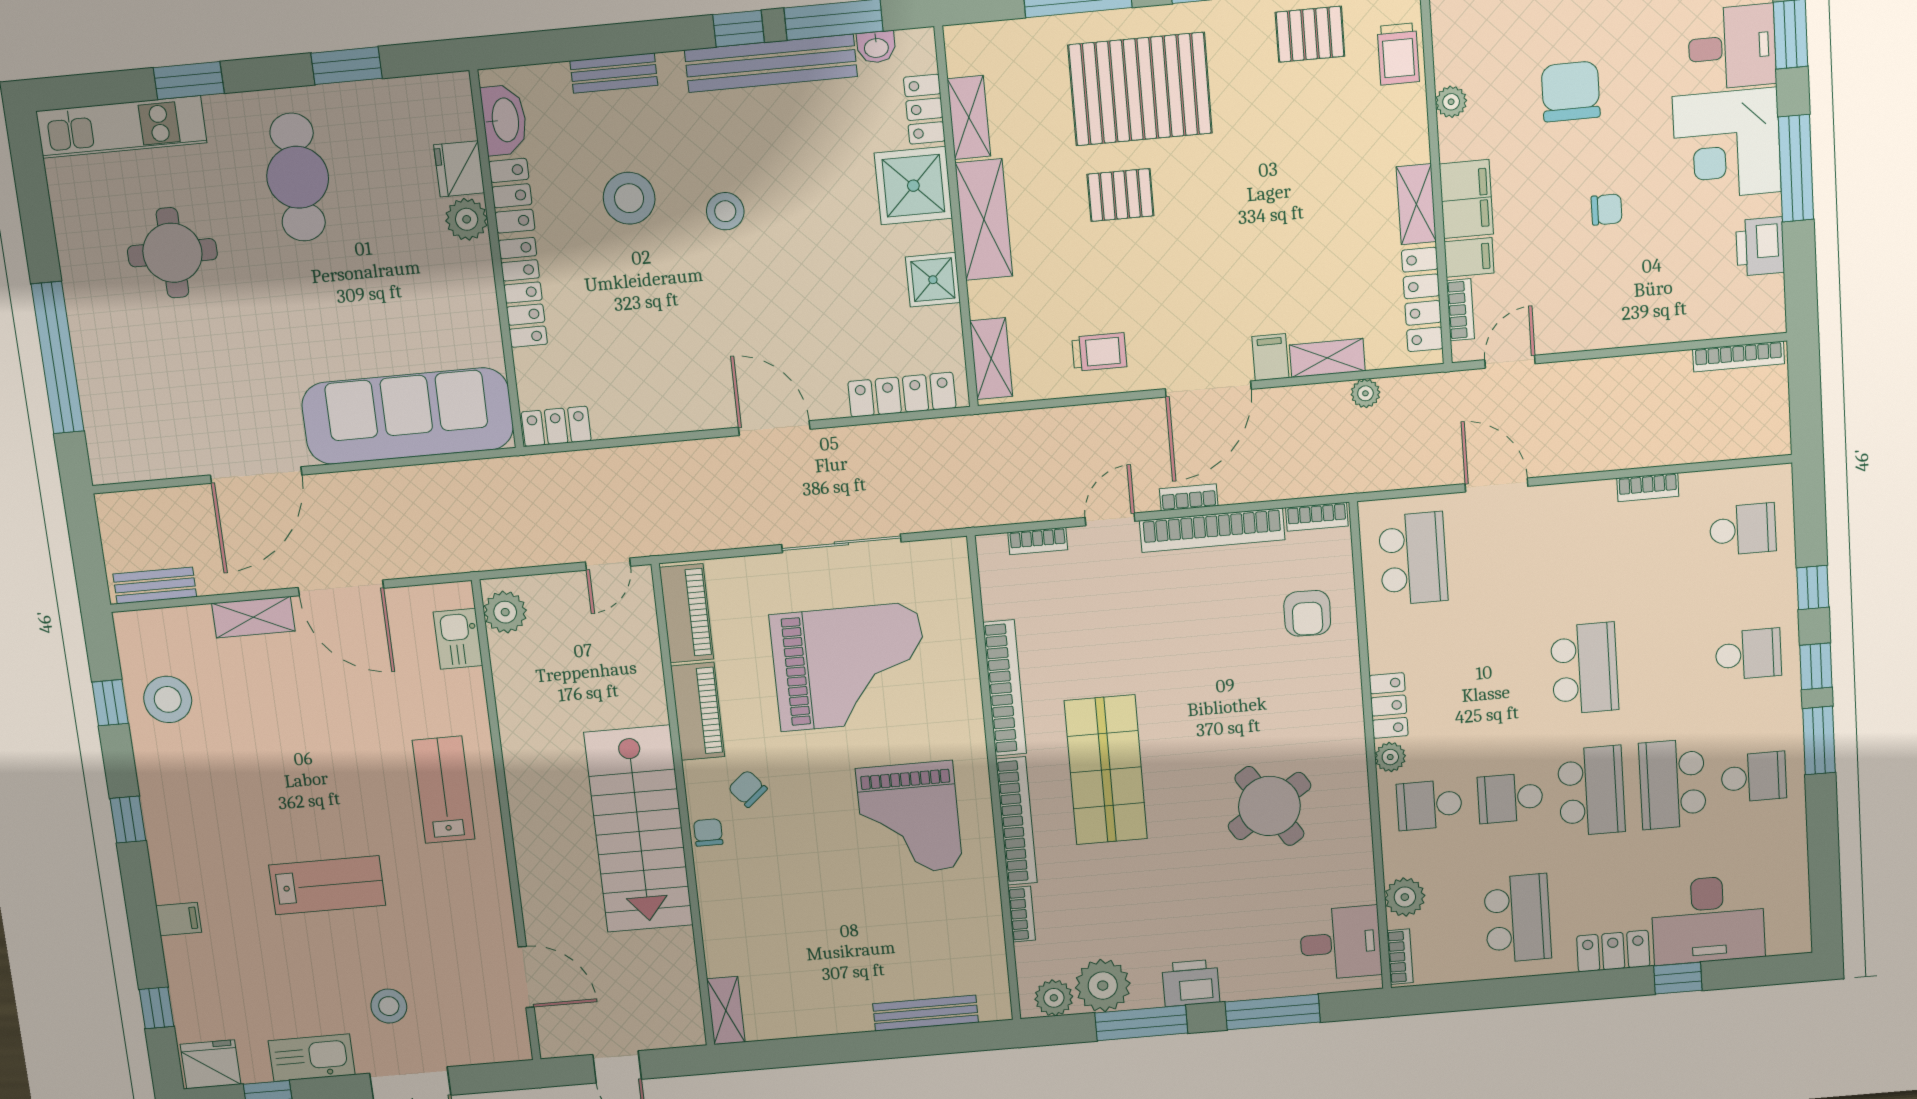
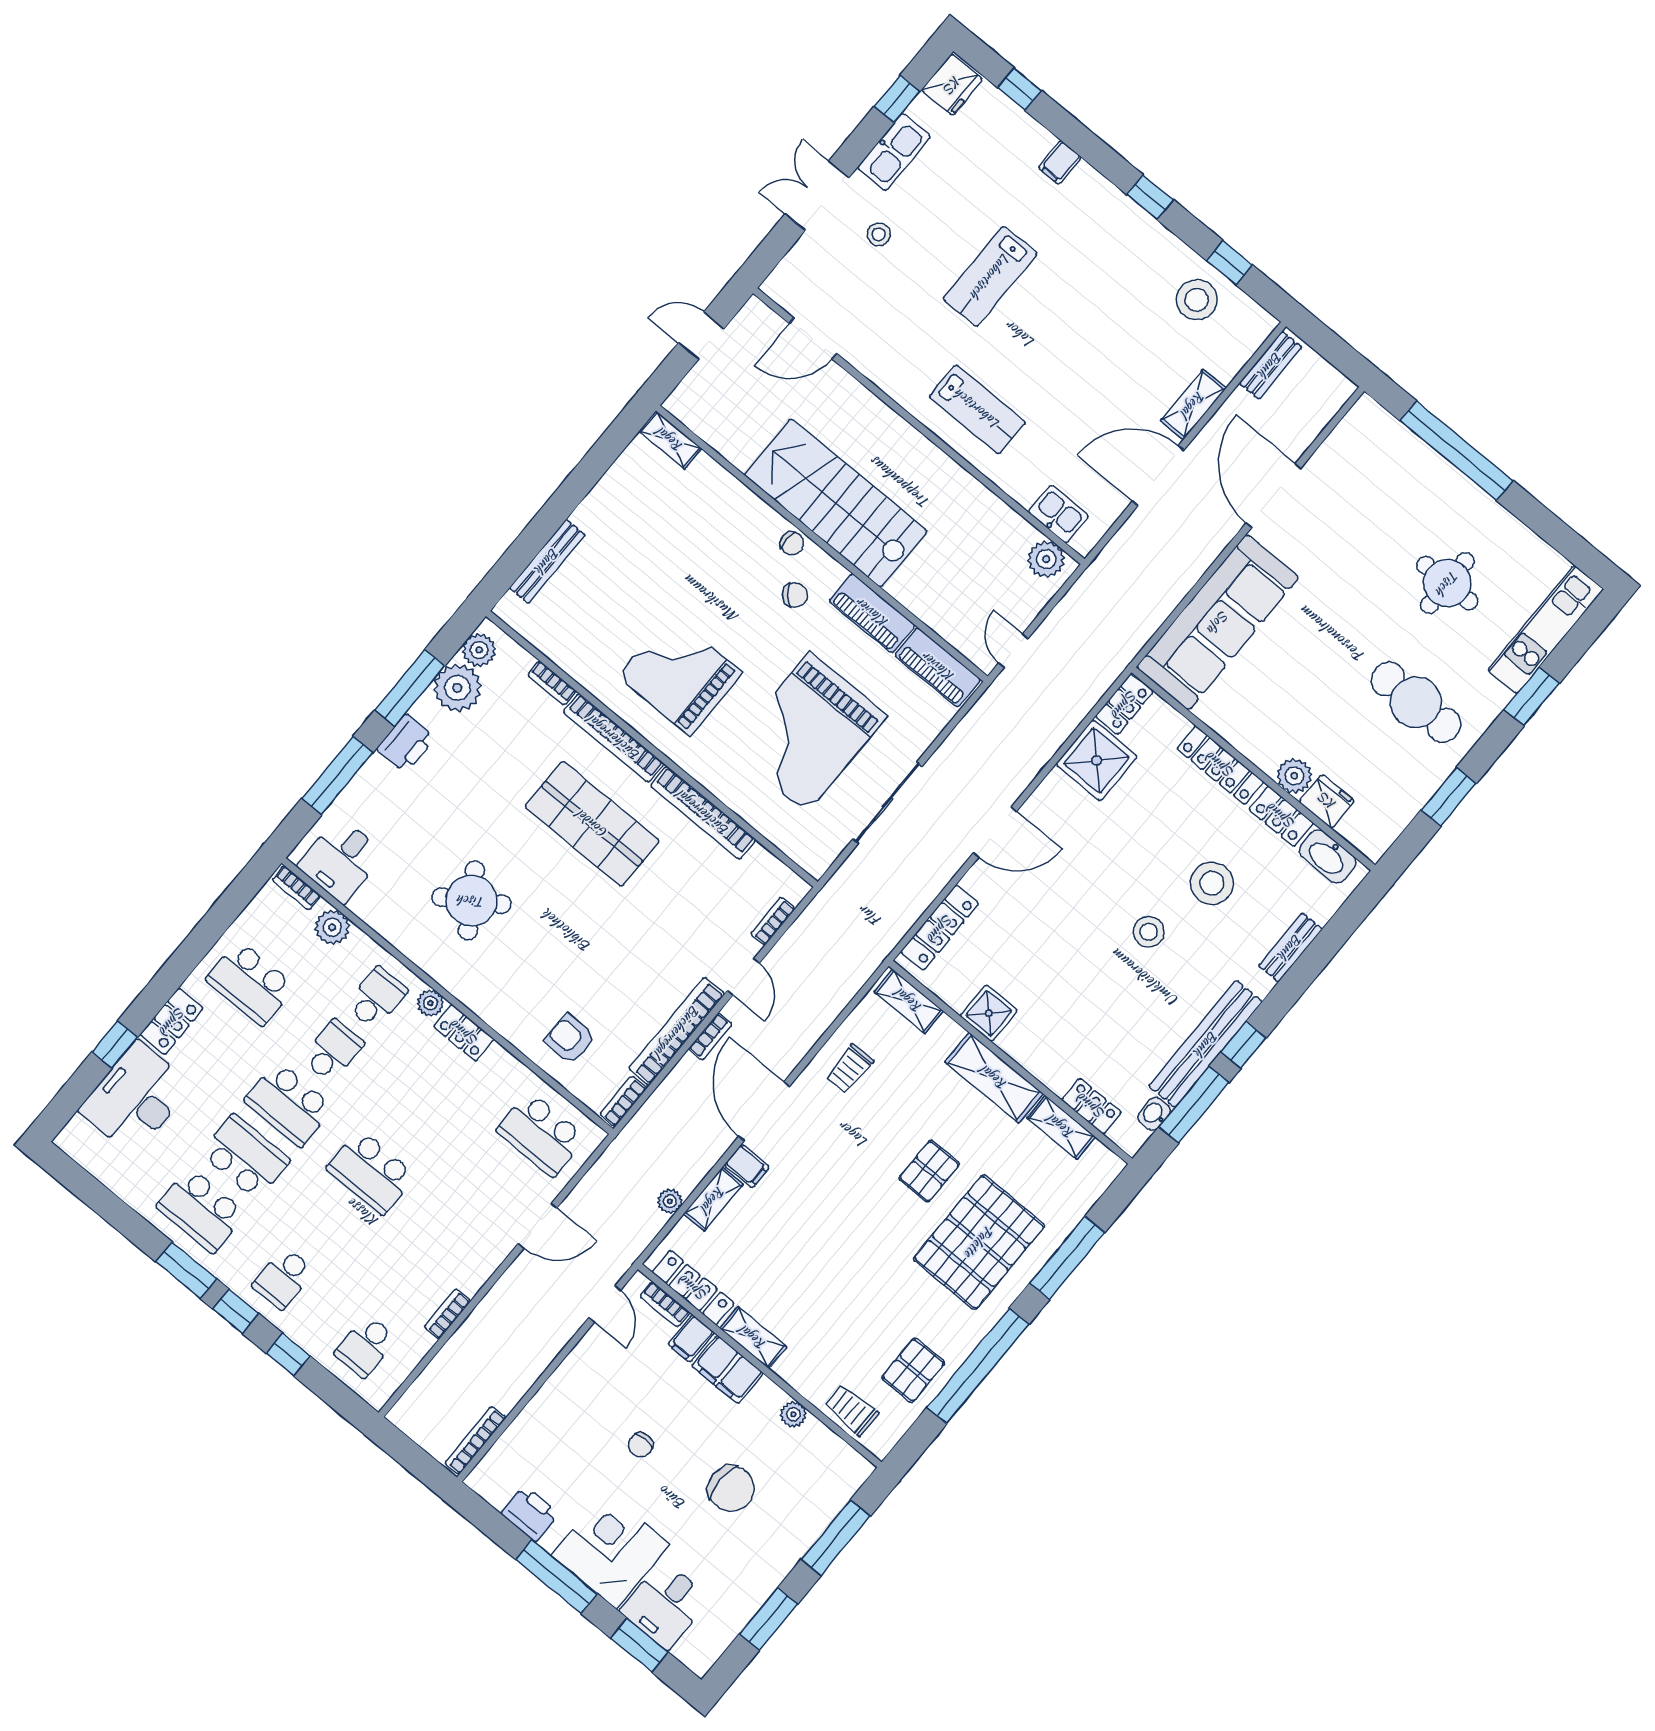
shower: (913, 186) -> (1097, 760), moved
school desk: (1754, 777) -> (201, 1210), width x1.85
stool: (389, 1006) -> (879, 234), width x0.73, depth x0.73

